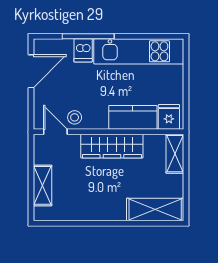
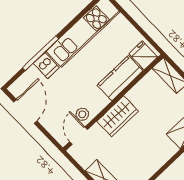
door: (55, 132) -> (79, 136), hinge flipped
wardrobe: (112, 146) -> (118, 116), width x0.67

